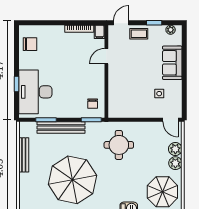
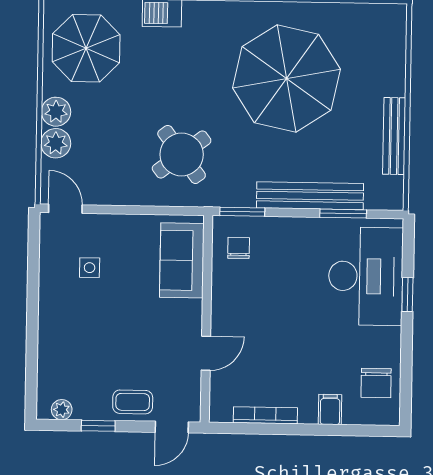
filing cabinet: (100, 32) -> (330, 409), moved
chair: (30, 44) -> (376, 383), turned -90
sofa: (172, 63) -> (182, 260), moved, turned 180
round table: (119, 145) -> (182, 154), turned -37

